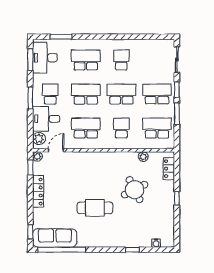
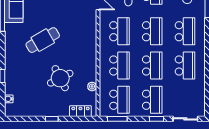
school desk: (121, 60) -> (185, 65), width x1.85
window: (177, 114) -> (117, 119), moved
school desk: (121, 128) -> (120, 65), width x1.85
cafe table: (95, 208) -> (43, 40), turned 60

